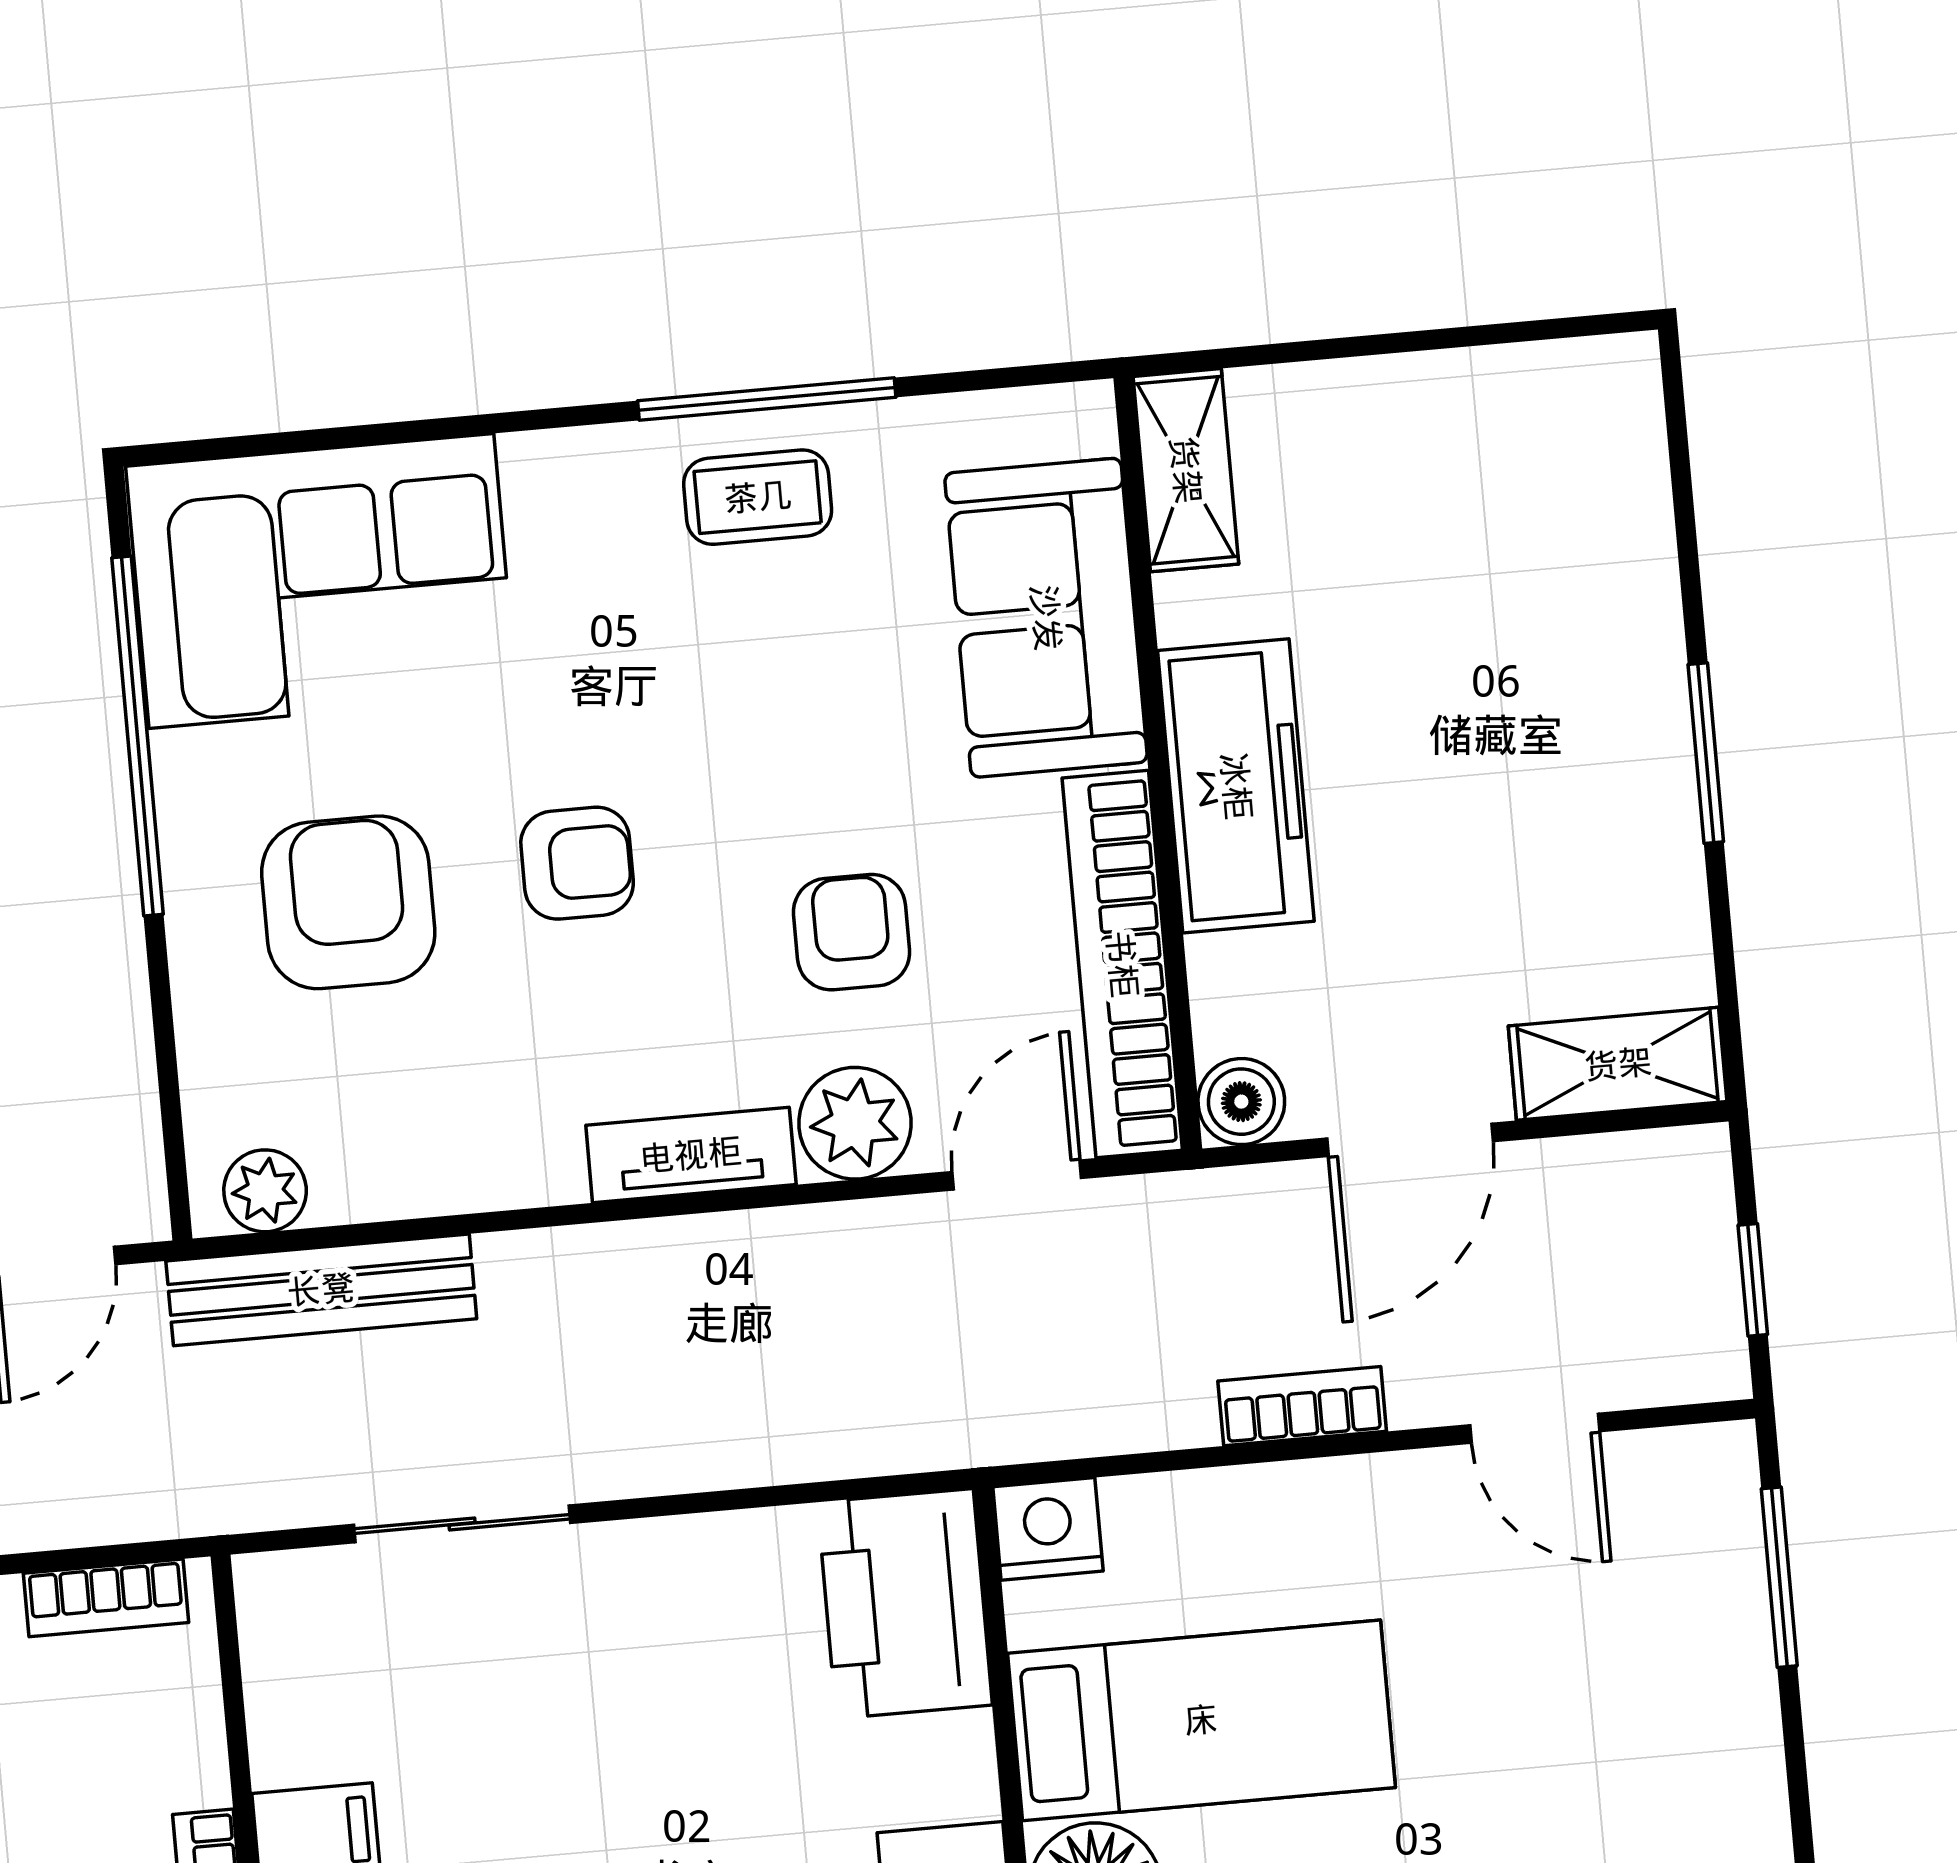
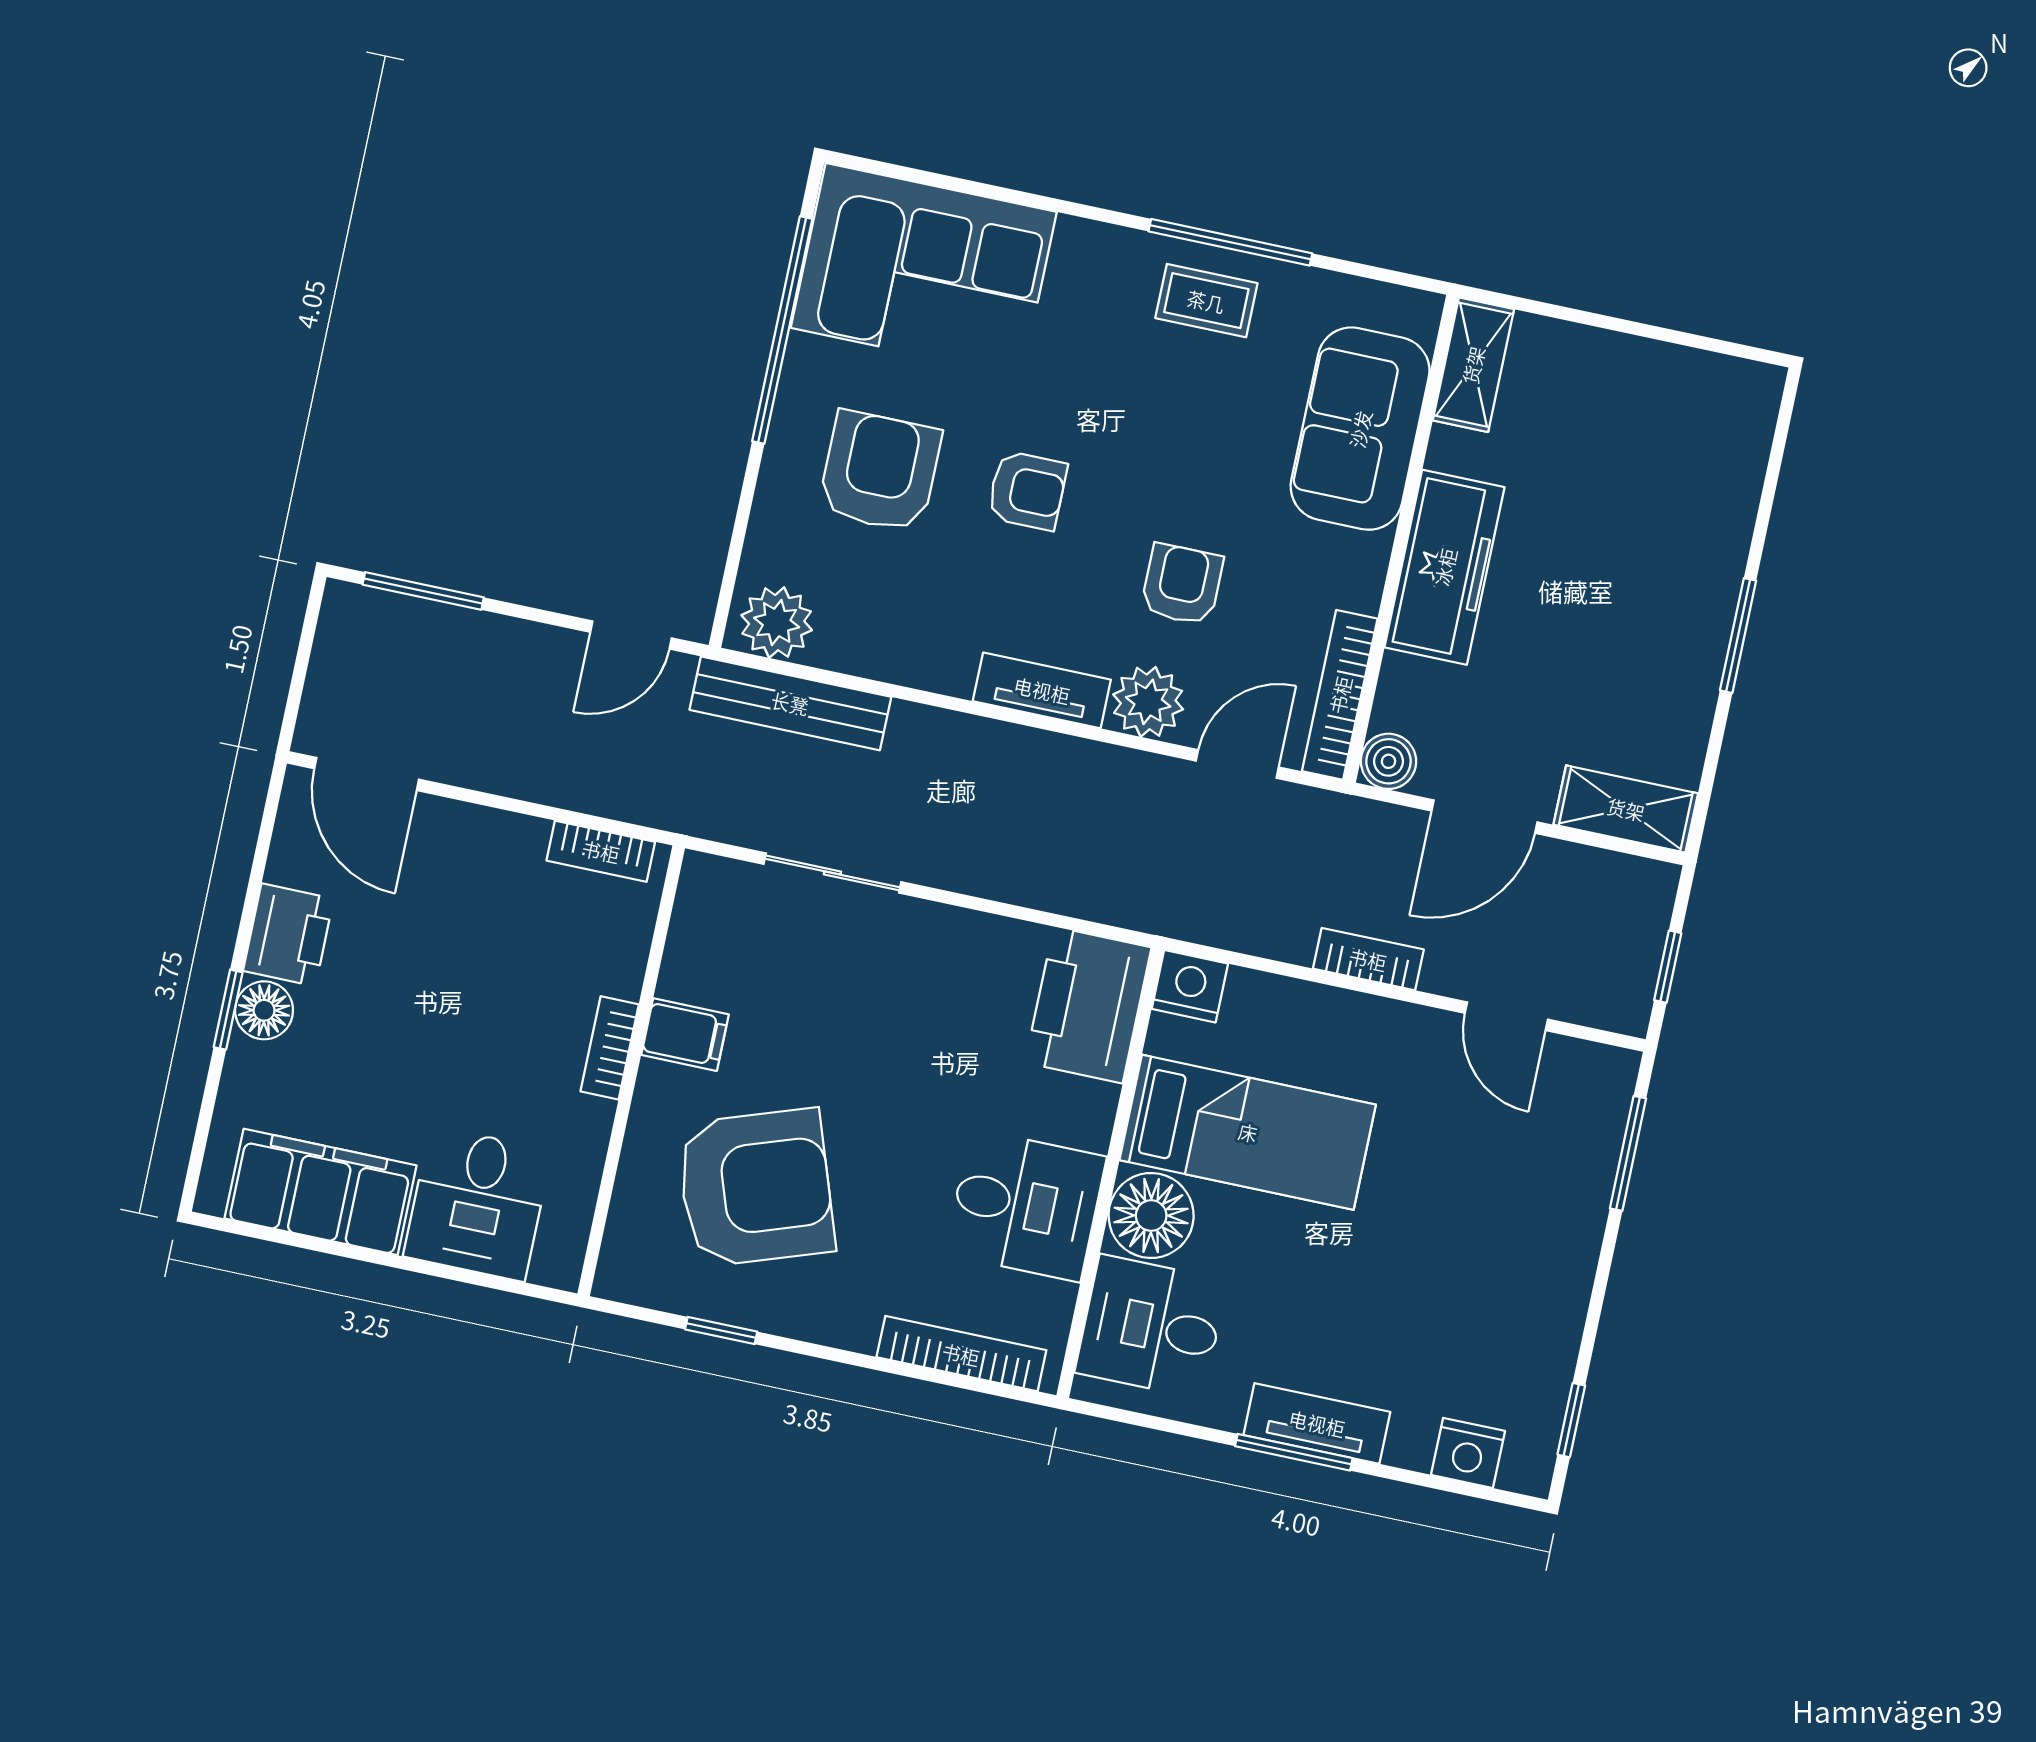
bookcase: (1122, 964) -> (1340, 695), width x0.68, depth x0.76
plant: (265, 1191) -> (777, 623), width x1.38, depth x1.38

